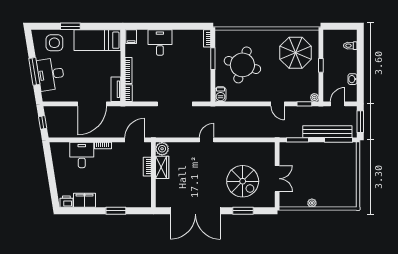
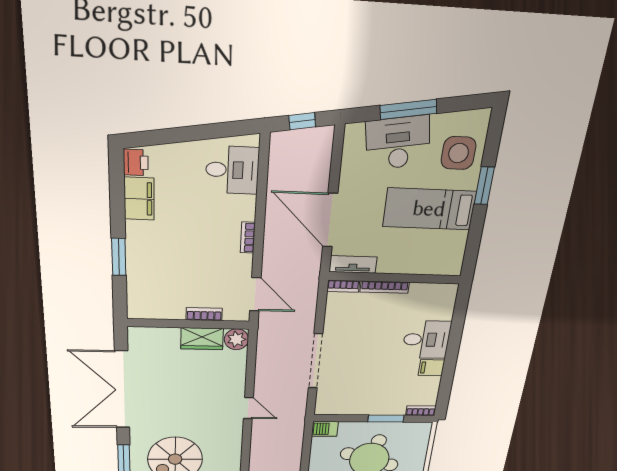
filing cabinet: (131, 37) -> (431, 368), moved
bed: (97, 40) -> (429, 209), moved, turned -90
desk: (82, 155) -> (232, 170), moved

